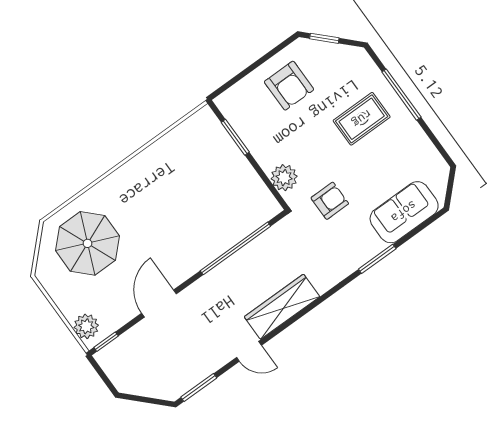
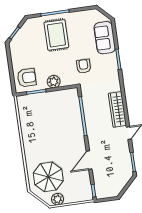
armchair: (289, 86) -> (27, 78), moved
rug: (362, 119) -> (56, 35), width x1.36, depth x1.43
plant: (284, 178) -> (54, 82), moved
door: (159, 304) -> (89, 160), hinge flipped
plant: (86, 326) -> (58, 199), moved

